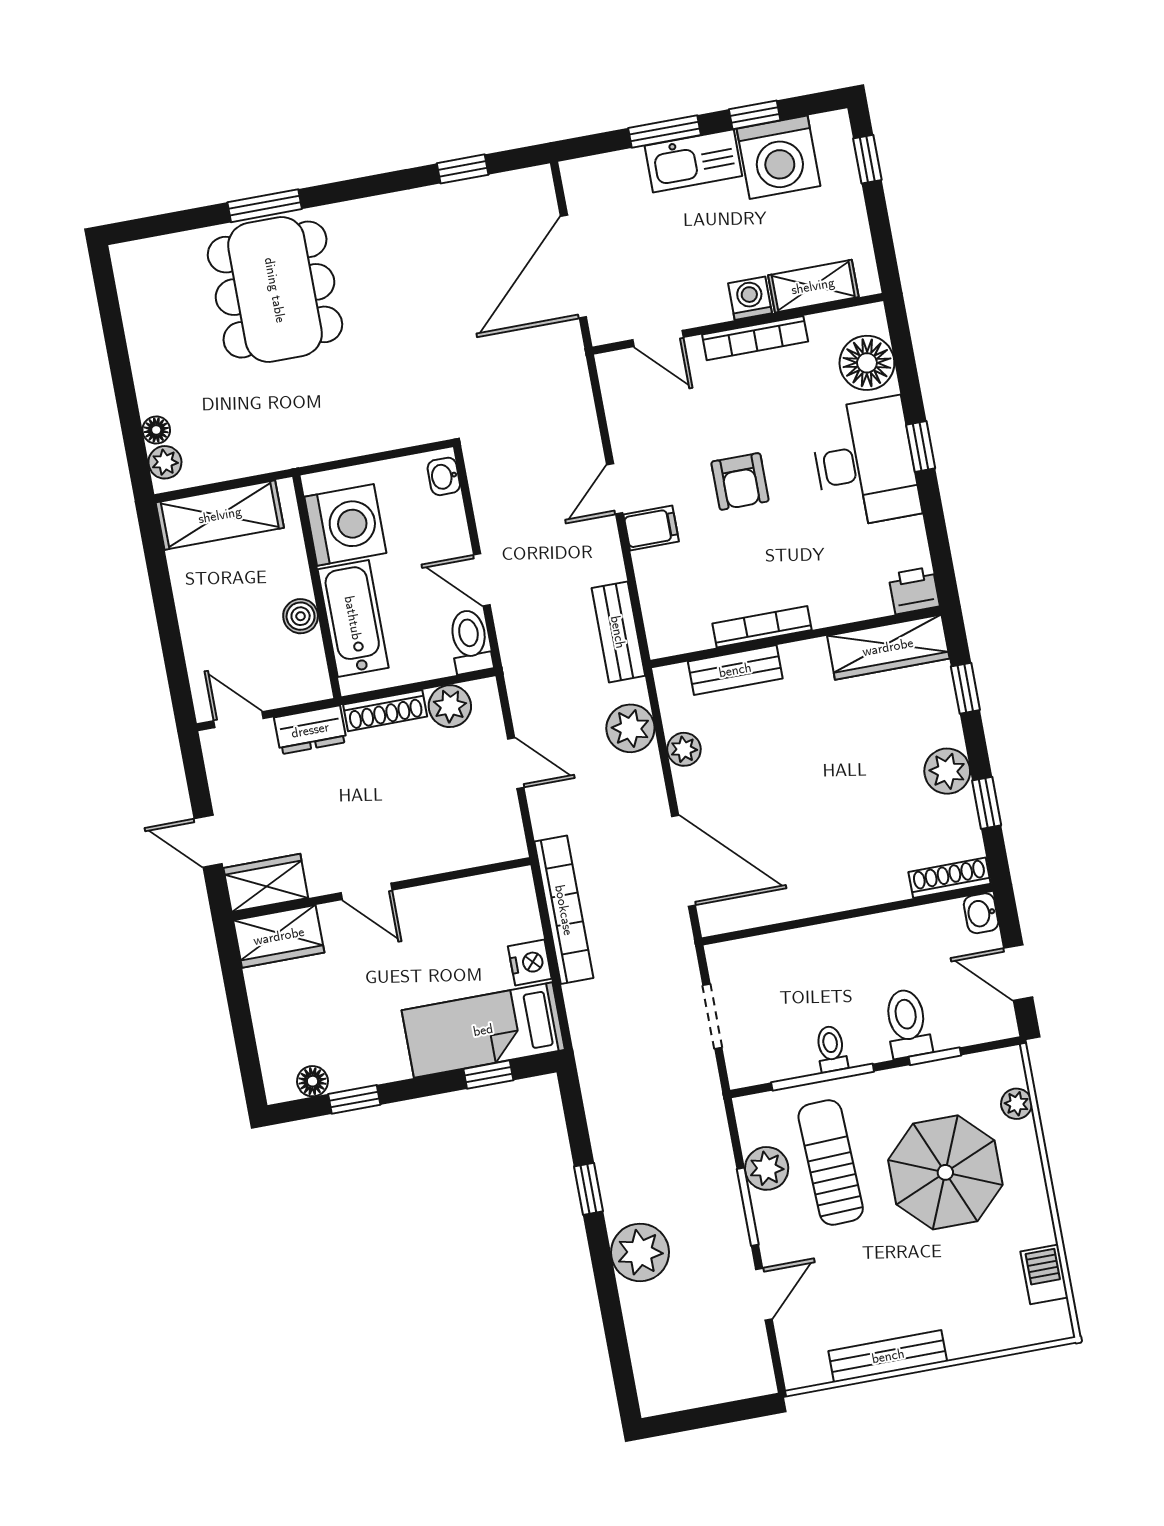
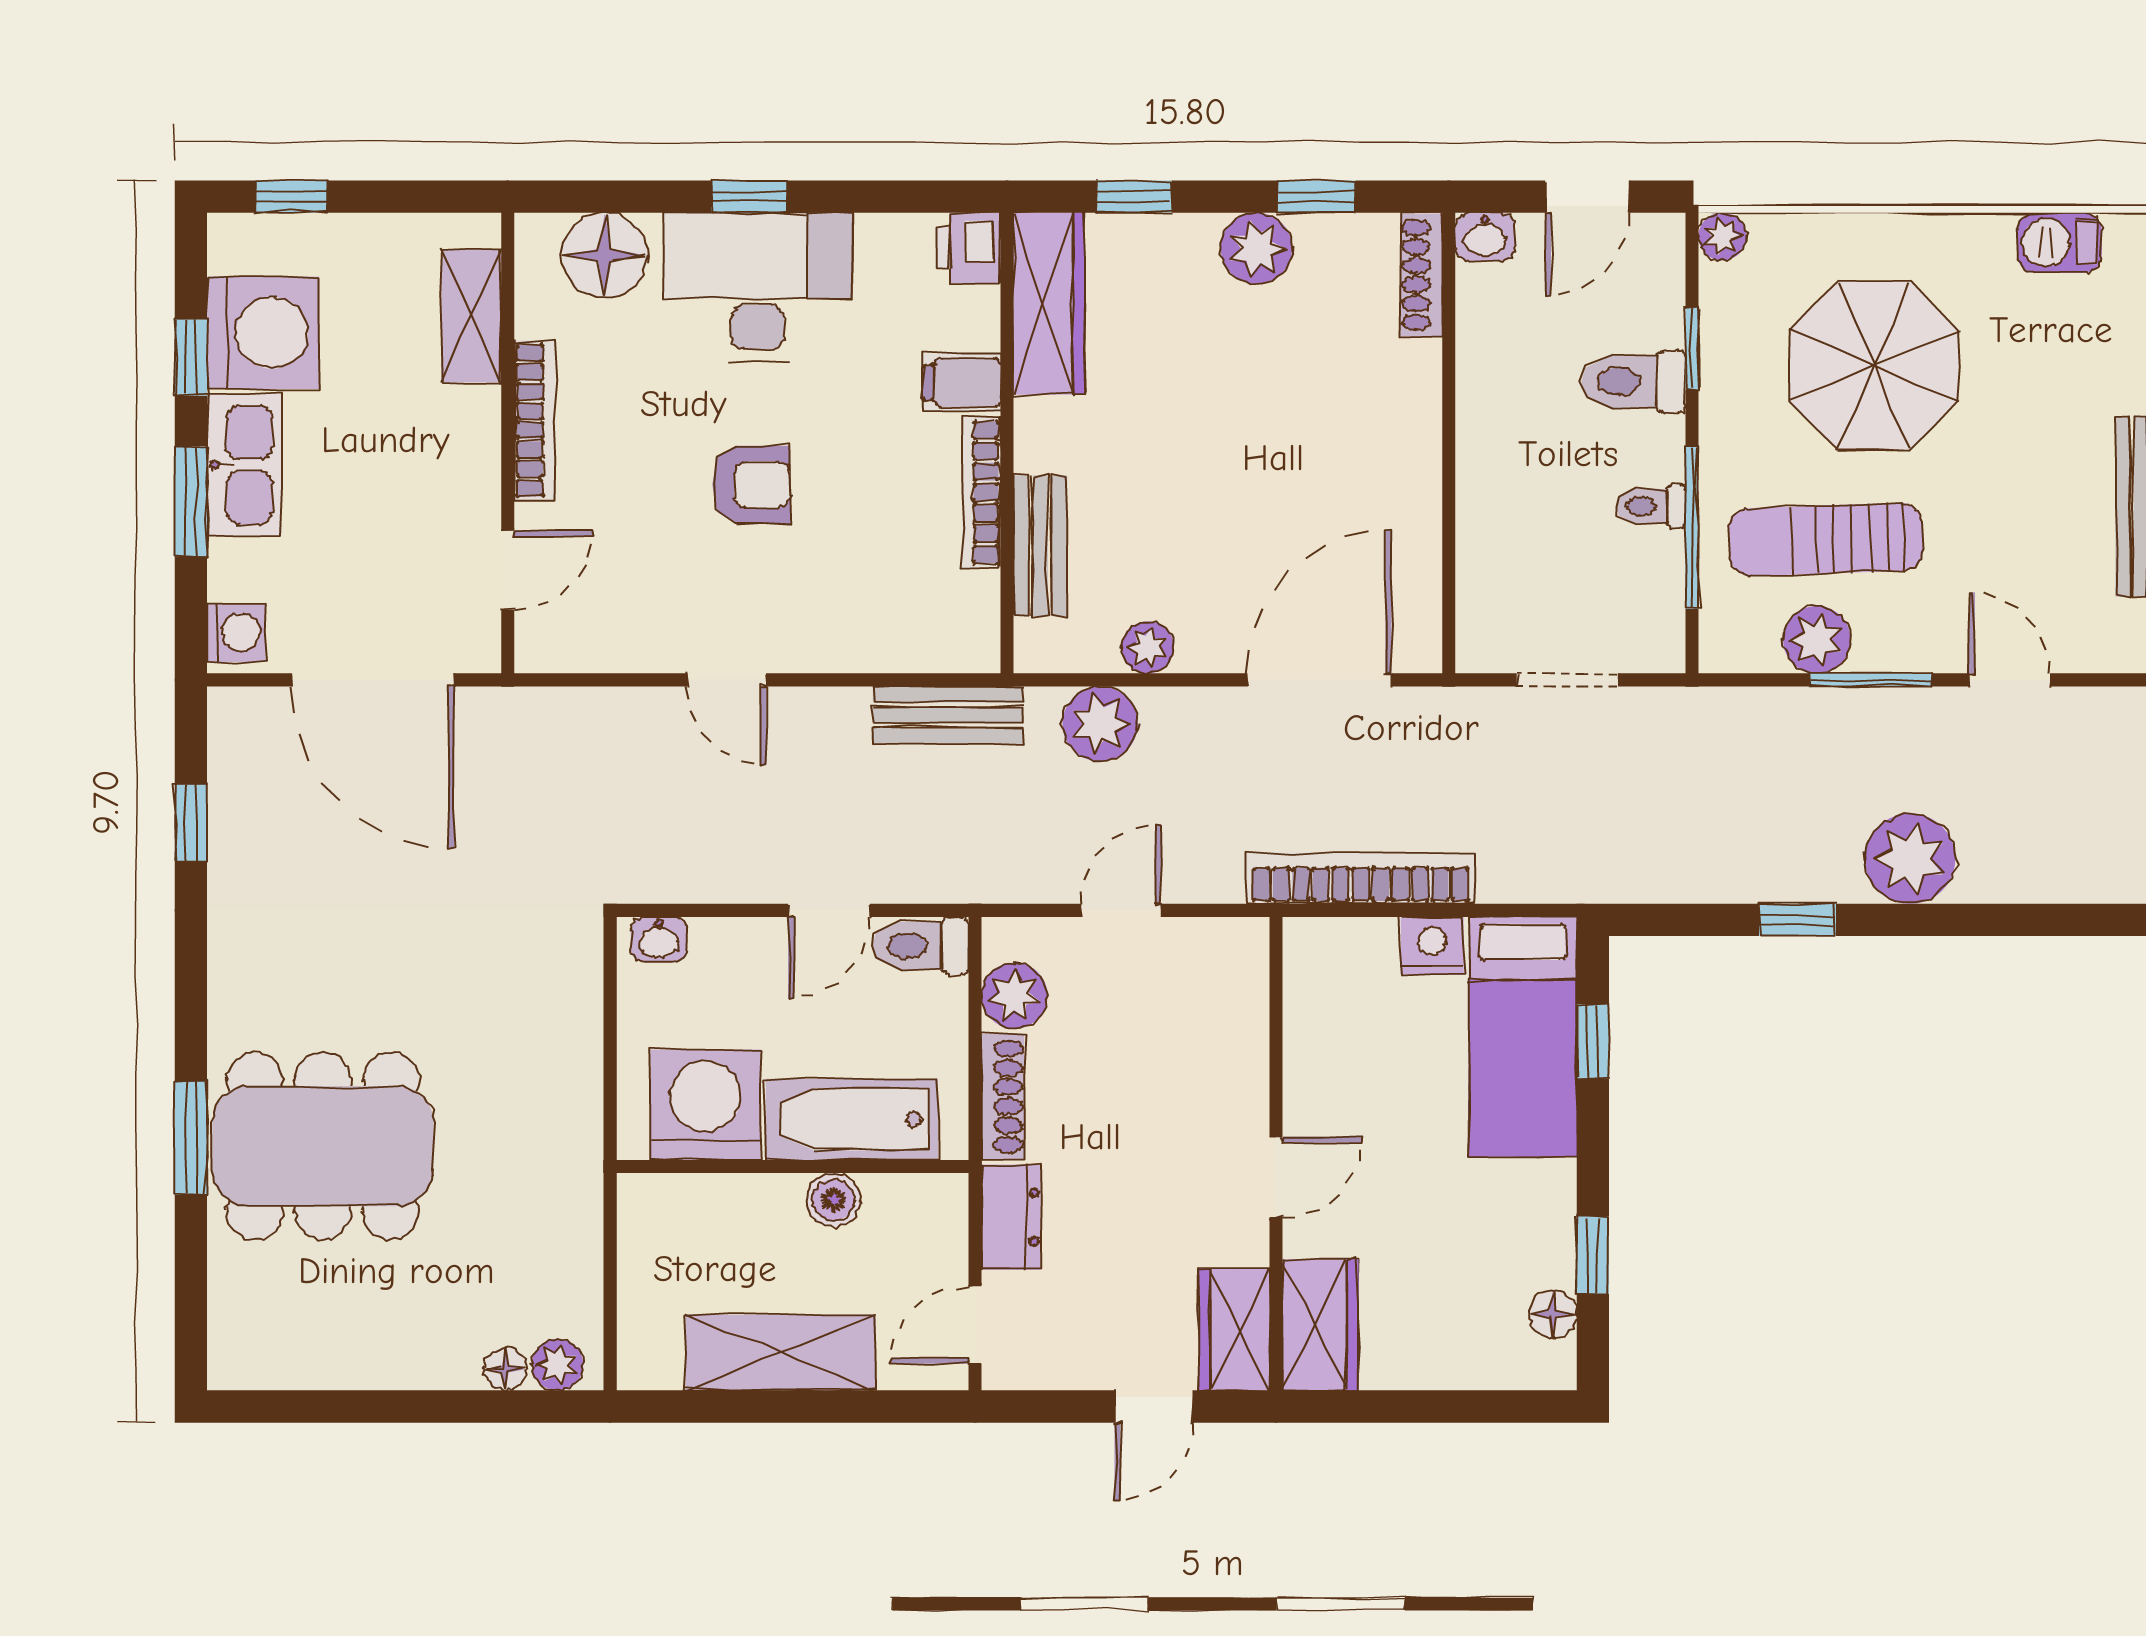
washing machine: (750, 298) -> (236, 633), moved, turned 180
shelving: (220, 515) -> (781, 1353), moved, turned 90
filing cabinet: (651, 528) -> (962, 383), moved, turned -90
plant: (1016, 1104) -> (1722, 236), moved

